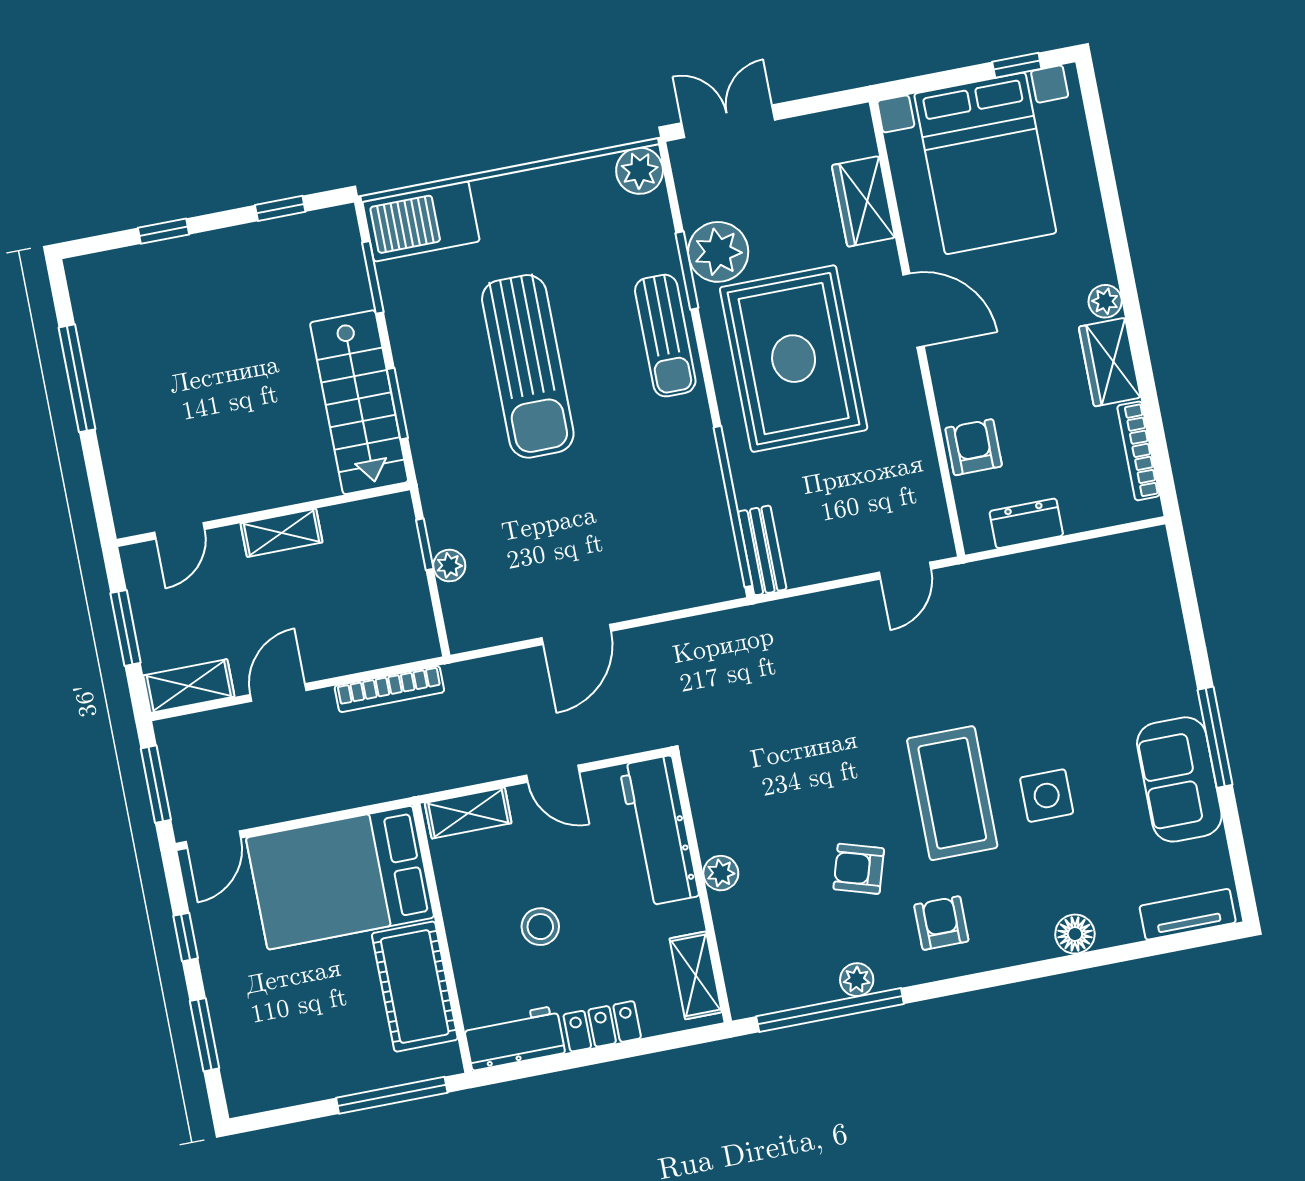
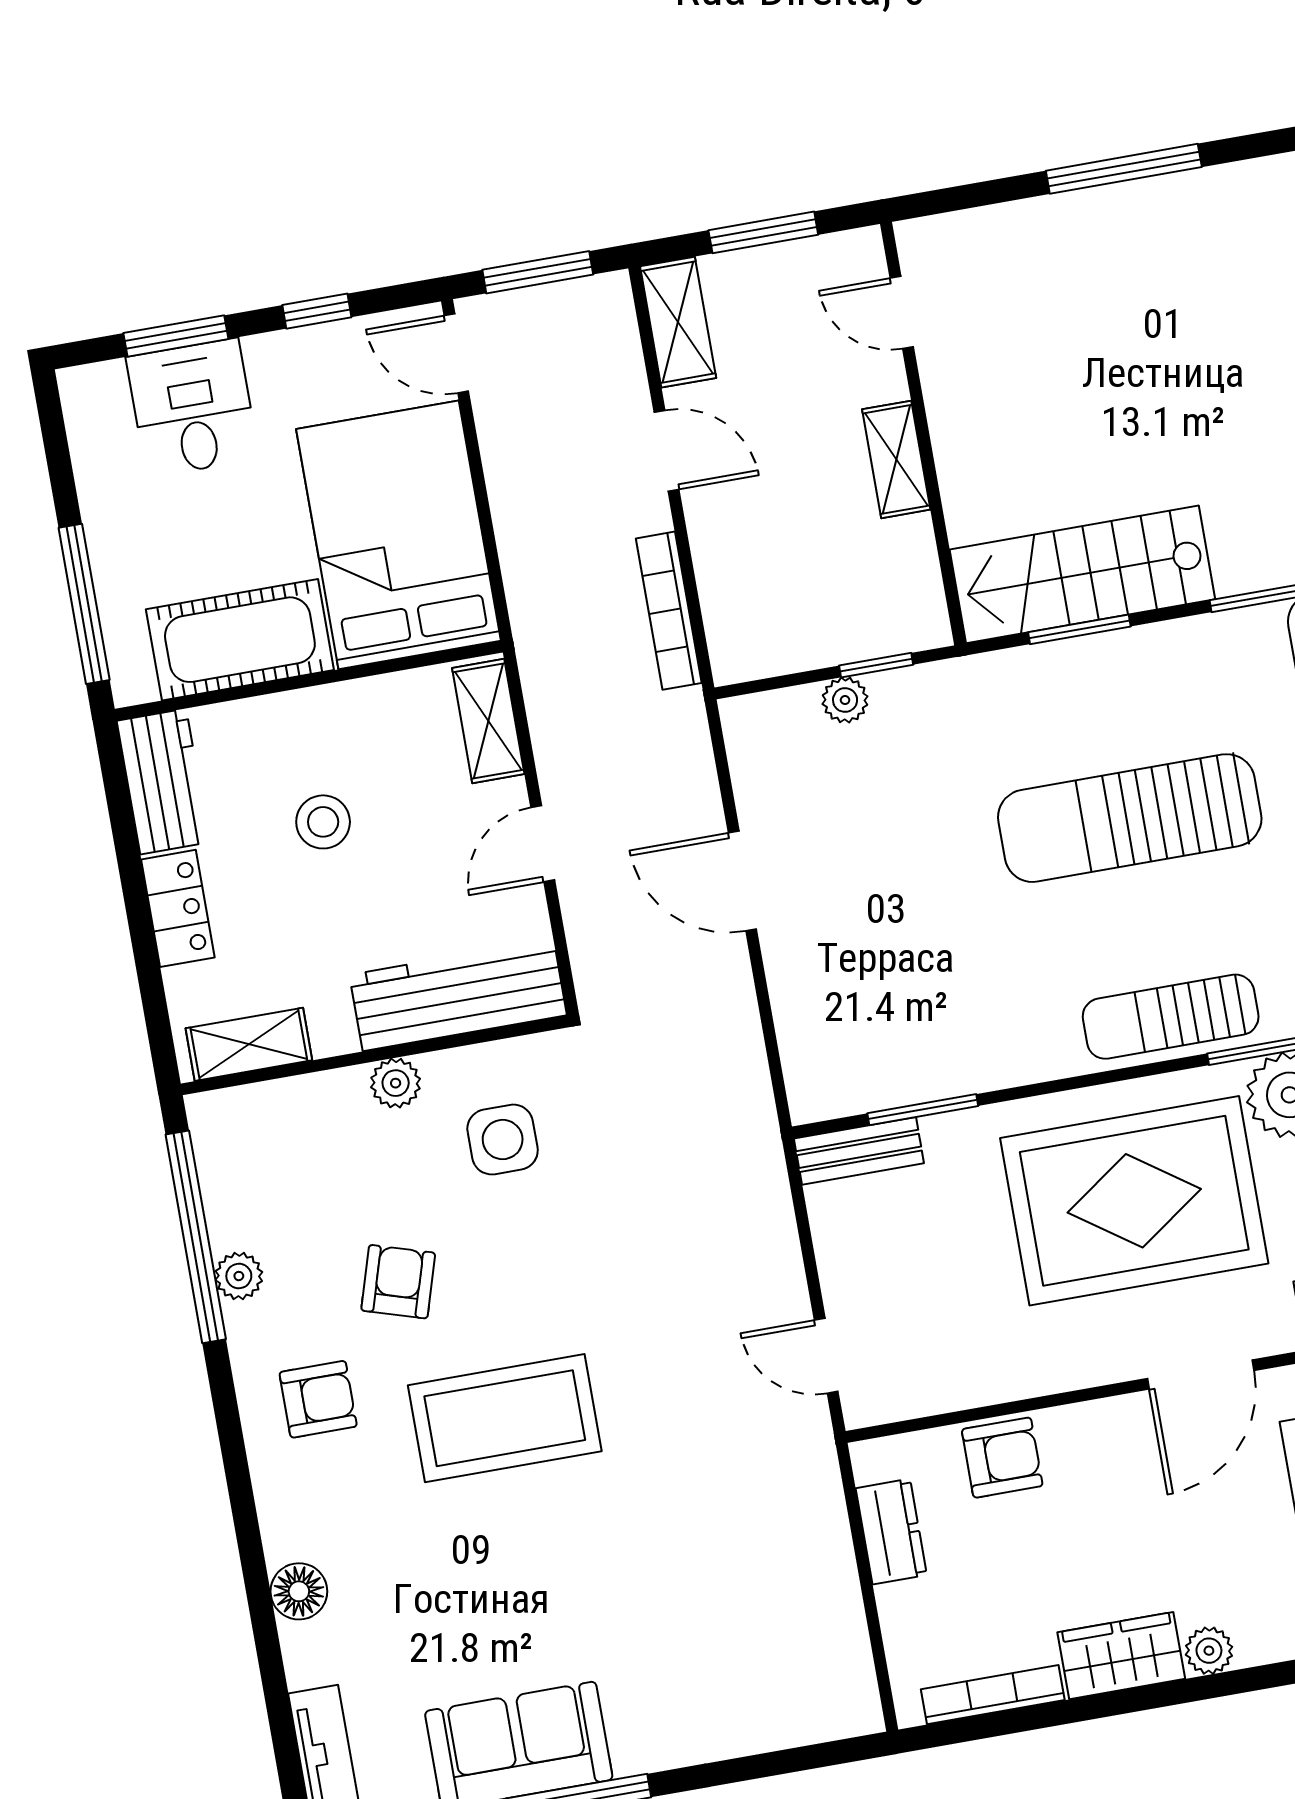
window: (733, 507) -> (923, 1110), width x0.47
side table: (1047, 796) -> (503, 1140), moved
desk: (254, 1022) -> (193, 408), added

